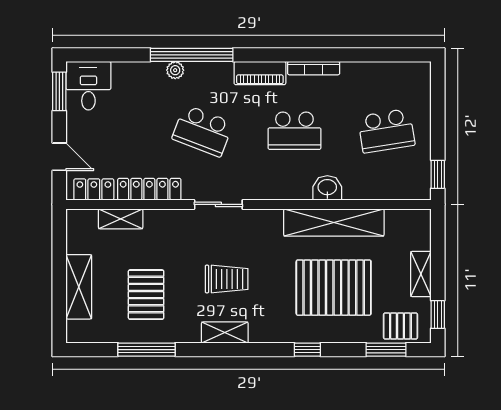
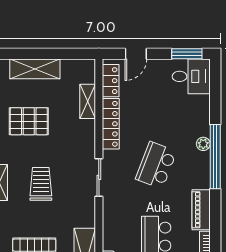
trolley: (227, 279) -> (41, 184), turned 180

